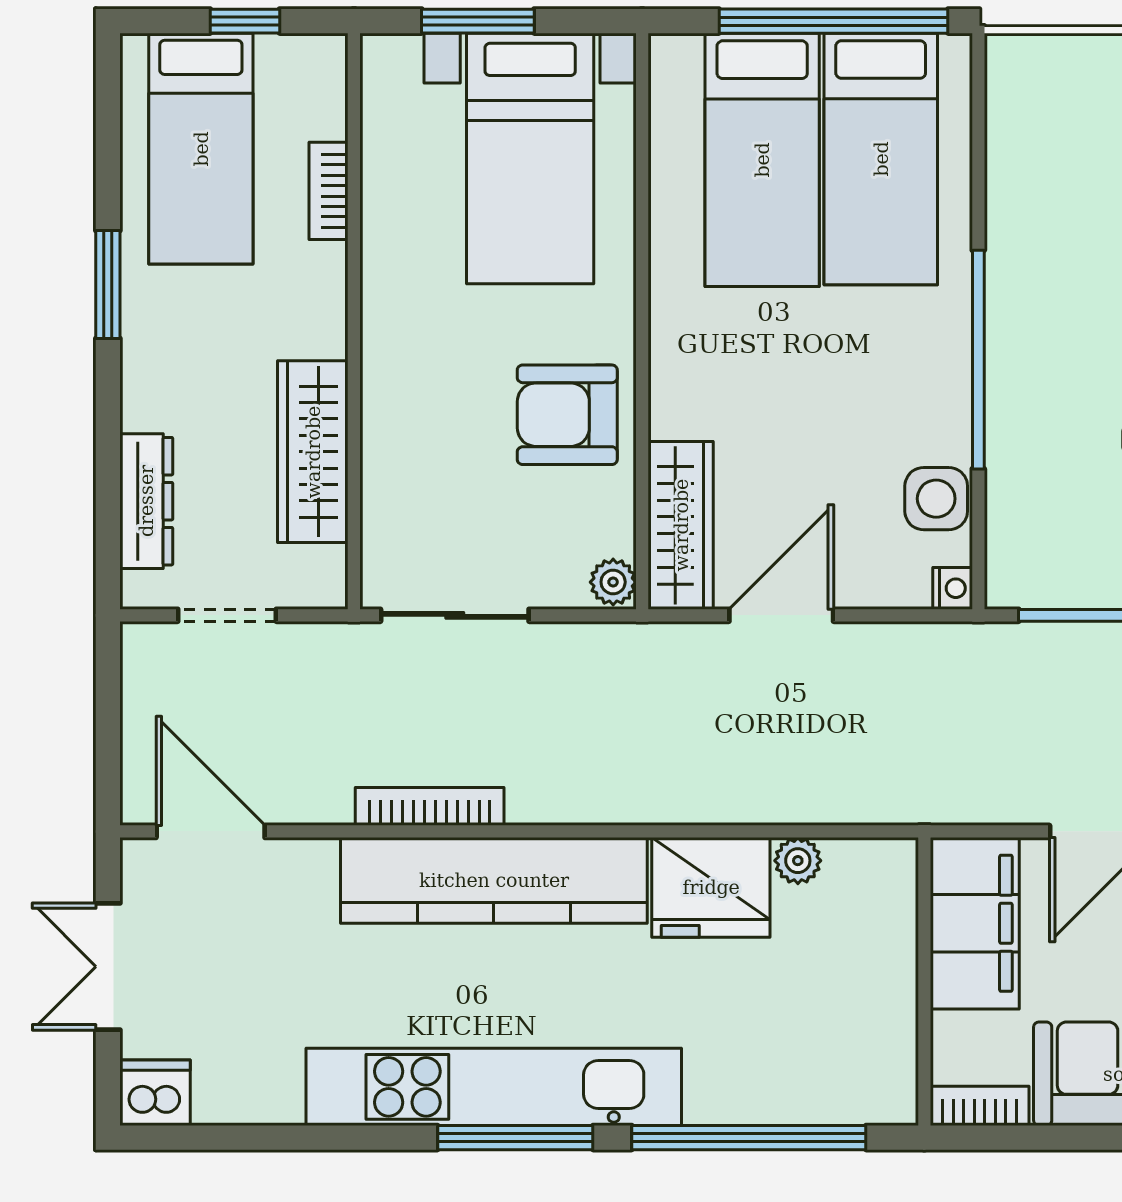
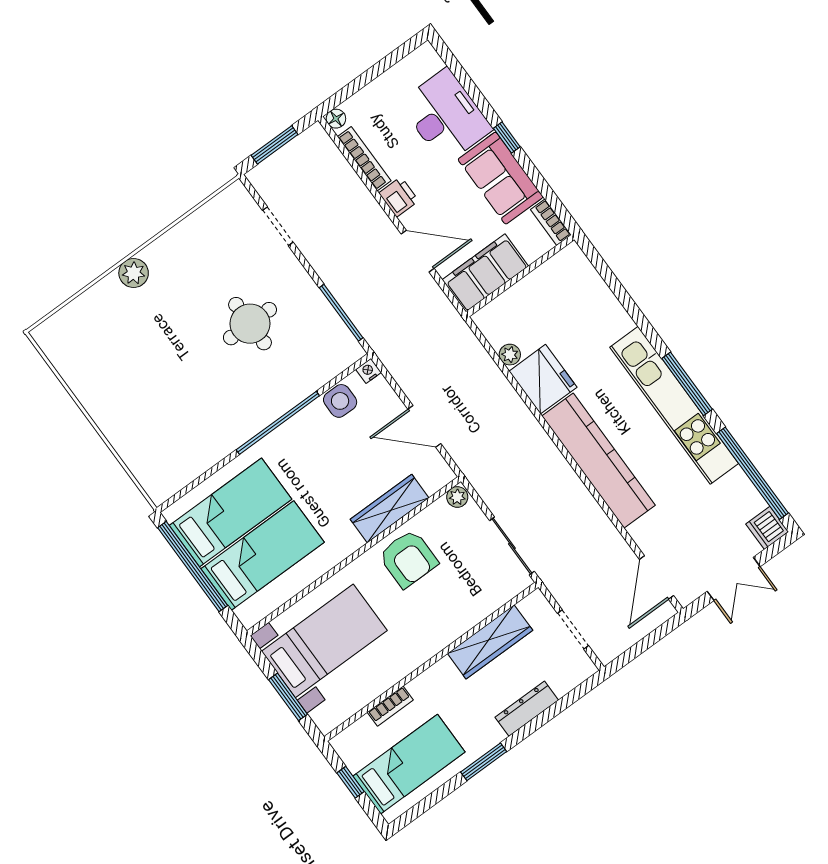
dresser: (146, 501) -> (527, 709), moved
wardrobe: (681, 525) -> (390, 509), moved
bookcase: (430, 806) -> (589, 504), removed
window: (749, 1138) -> (752, 473), moved

